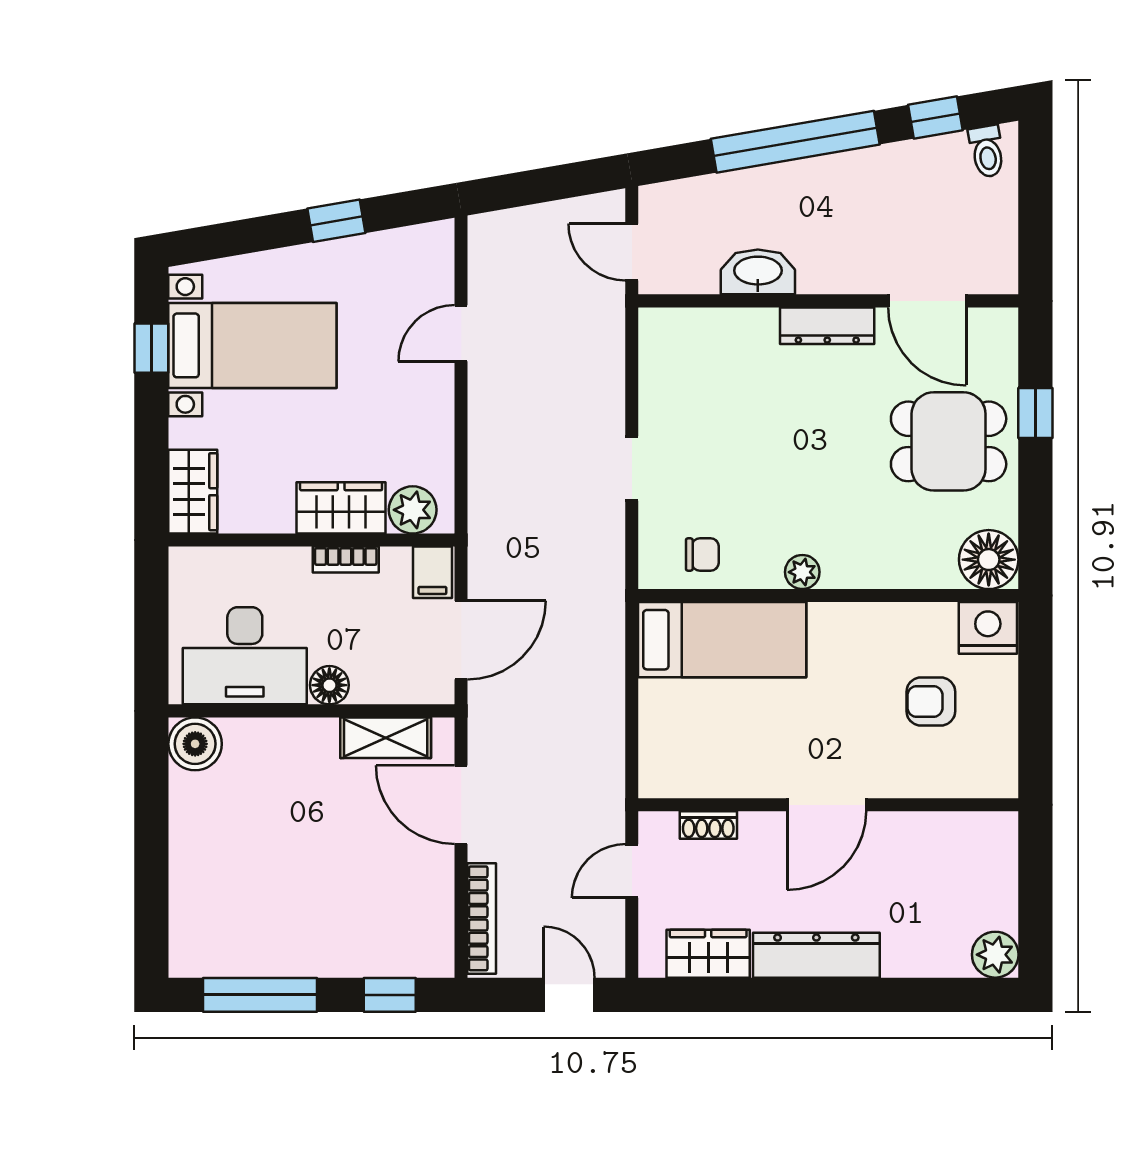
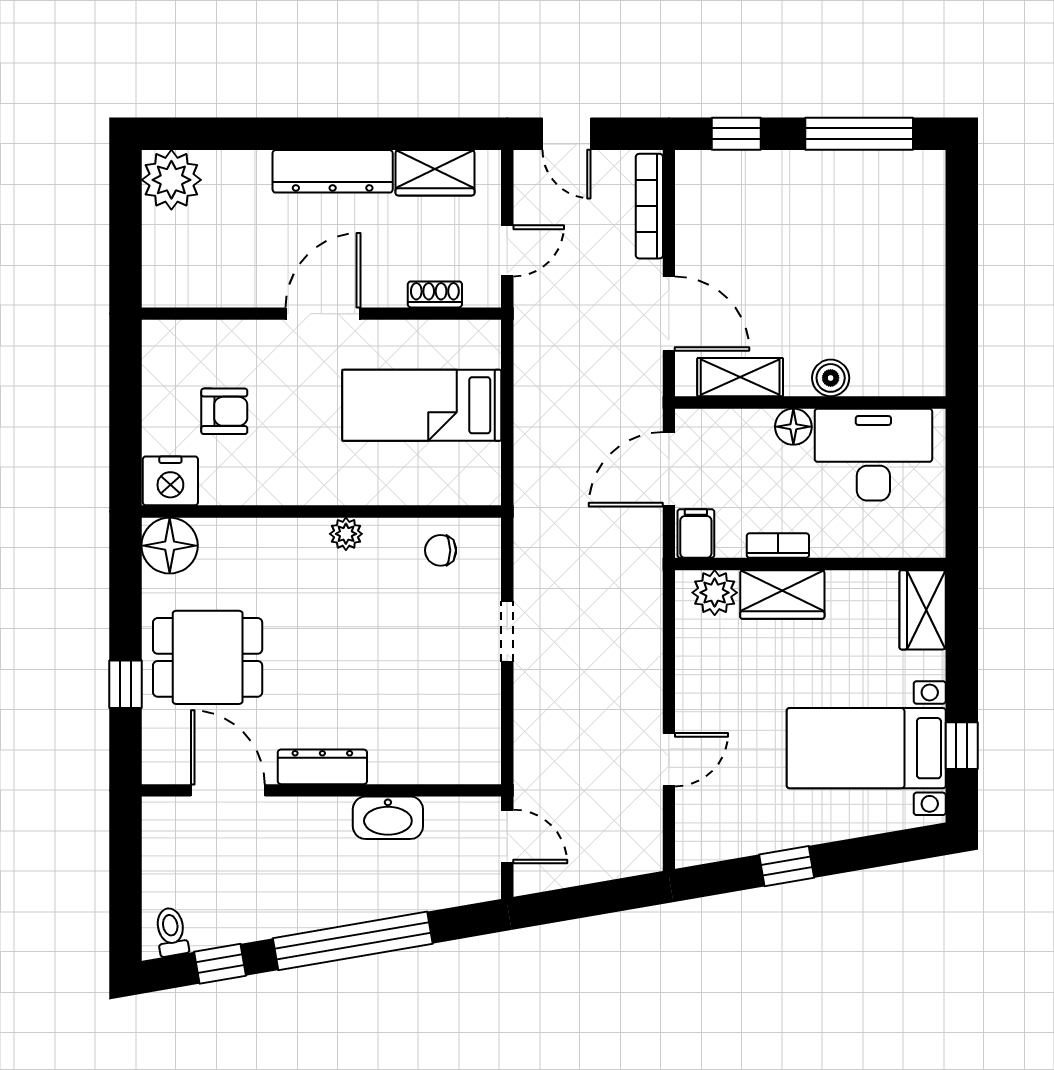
bed: (722, 640) -> (422, 405), moved
boiler: (195, 744) -> (831, 378), moved, width x0.73, depth x0.73
plant: (995, 955) -> (171, 180), width x1.36, depth x1.36

